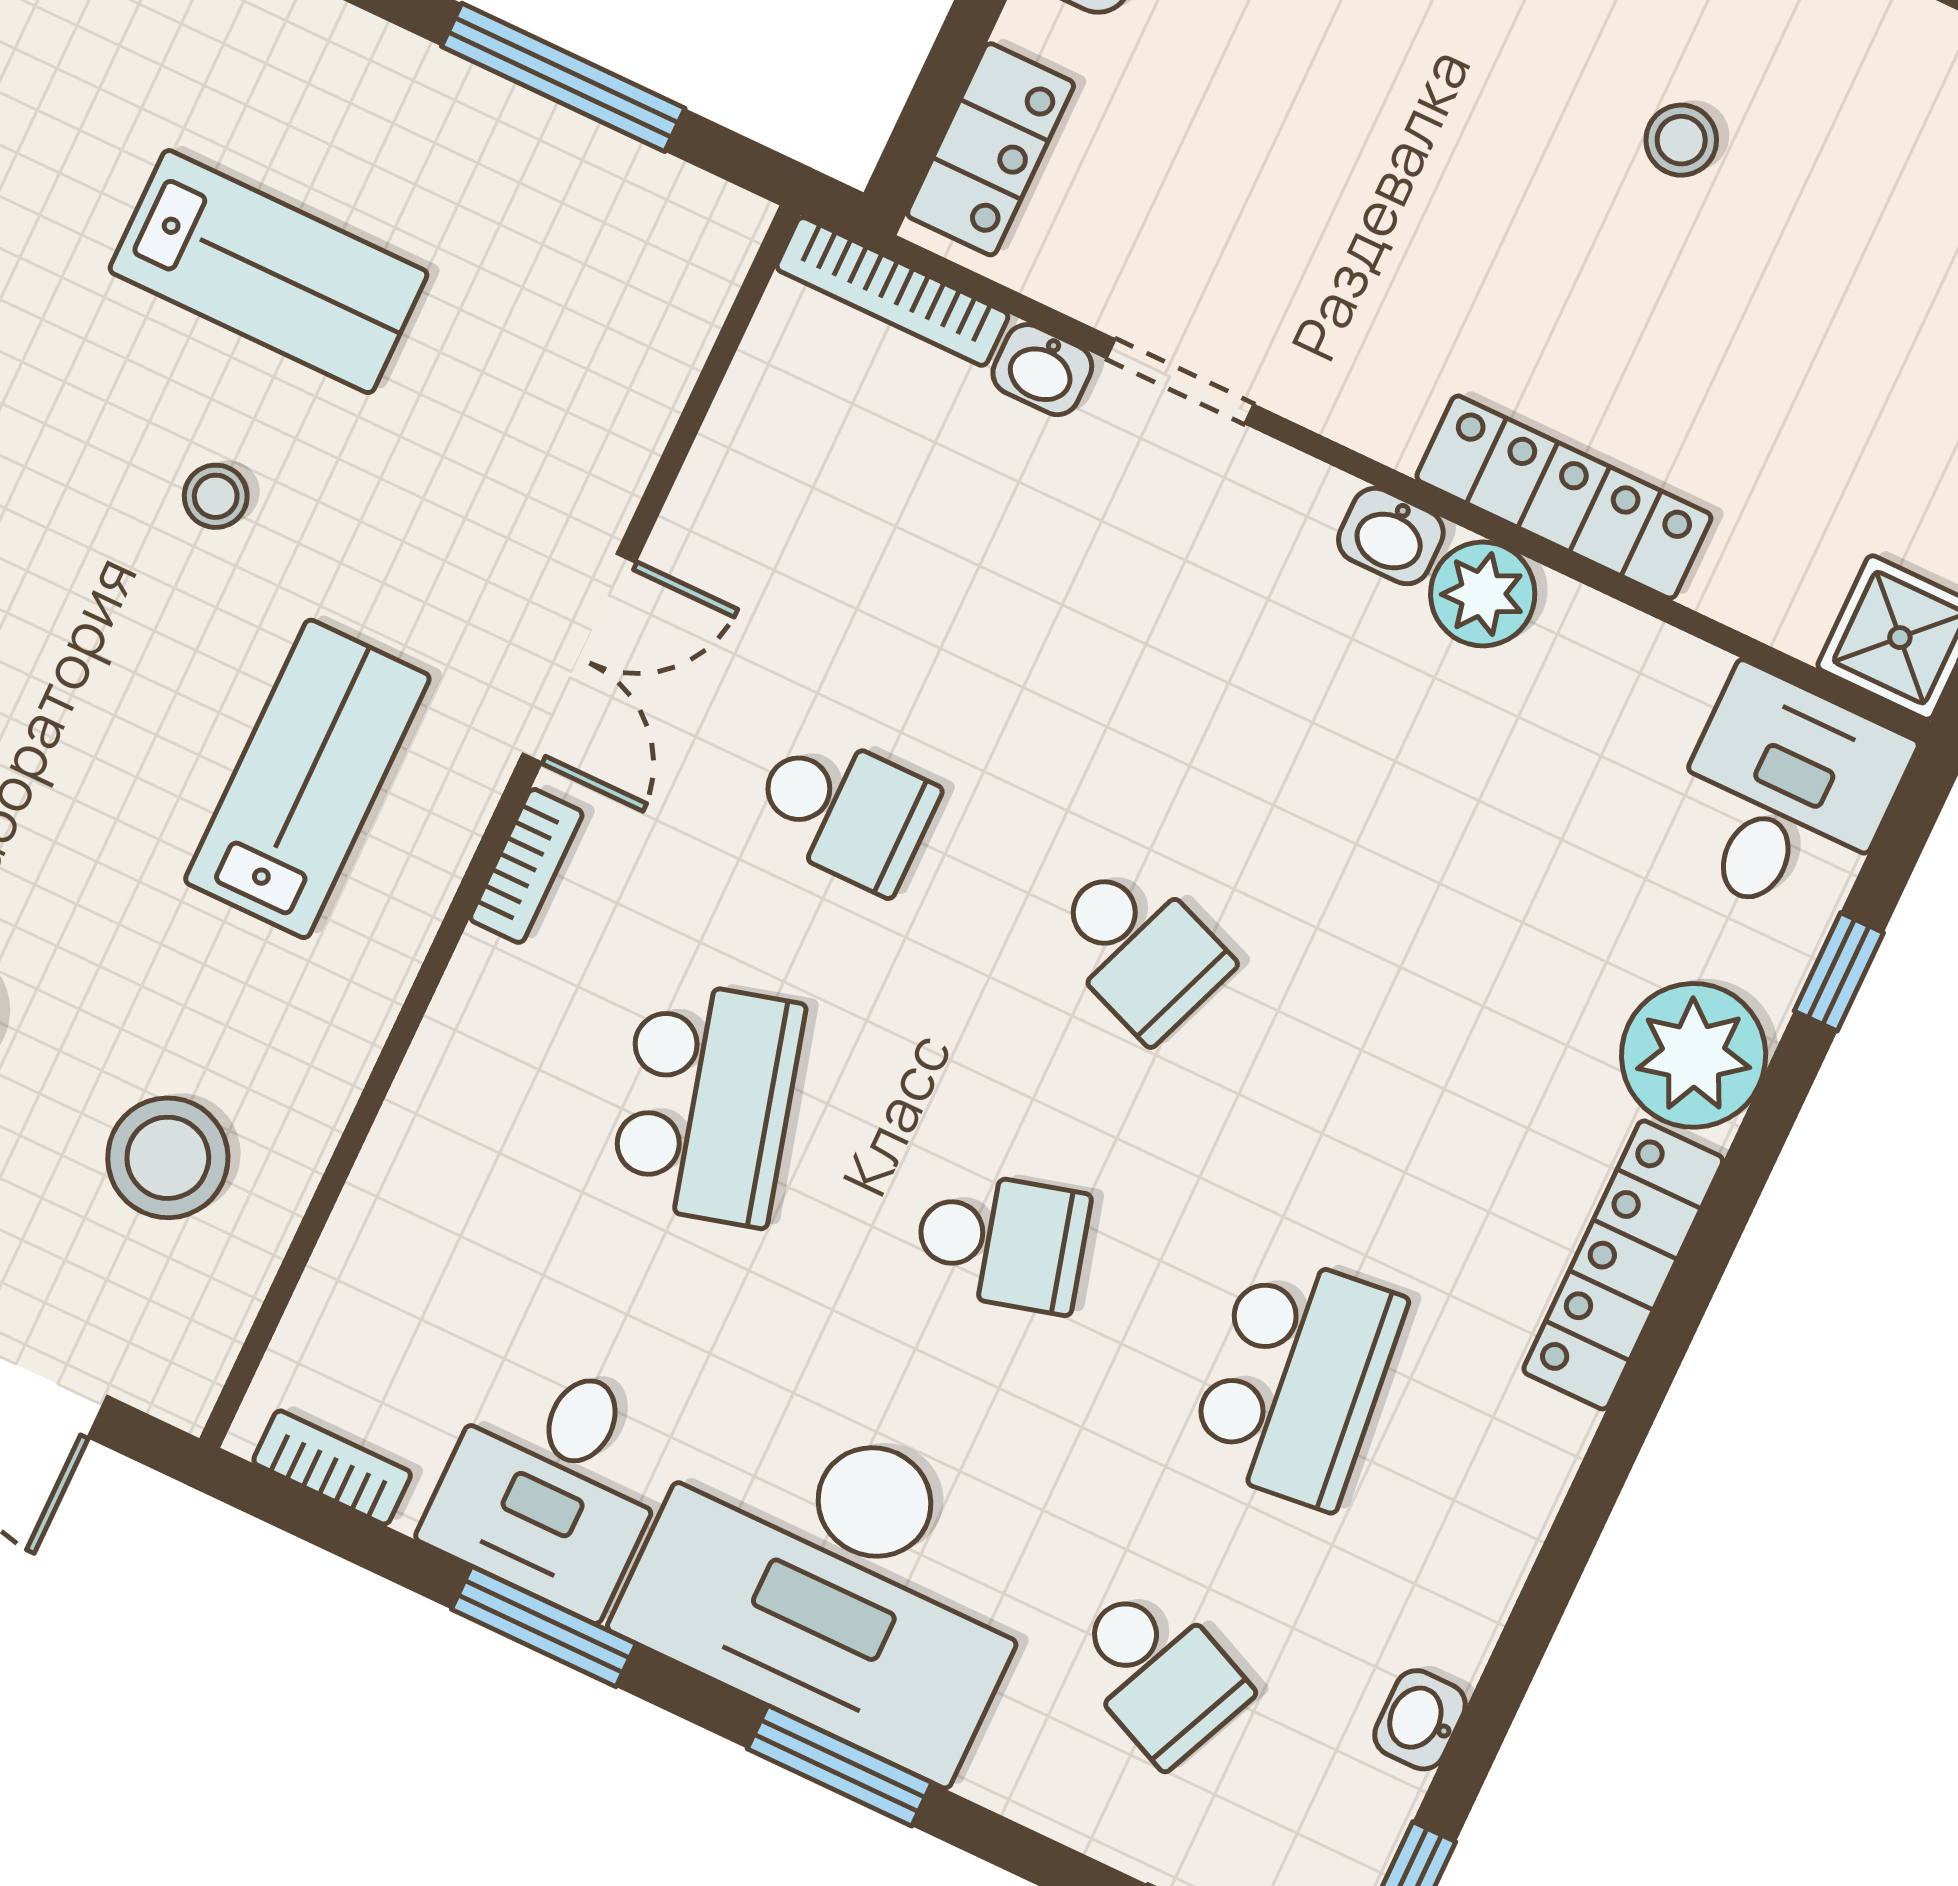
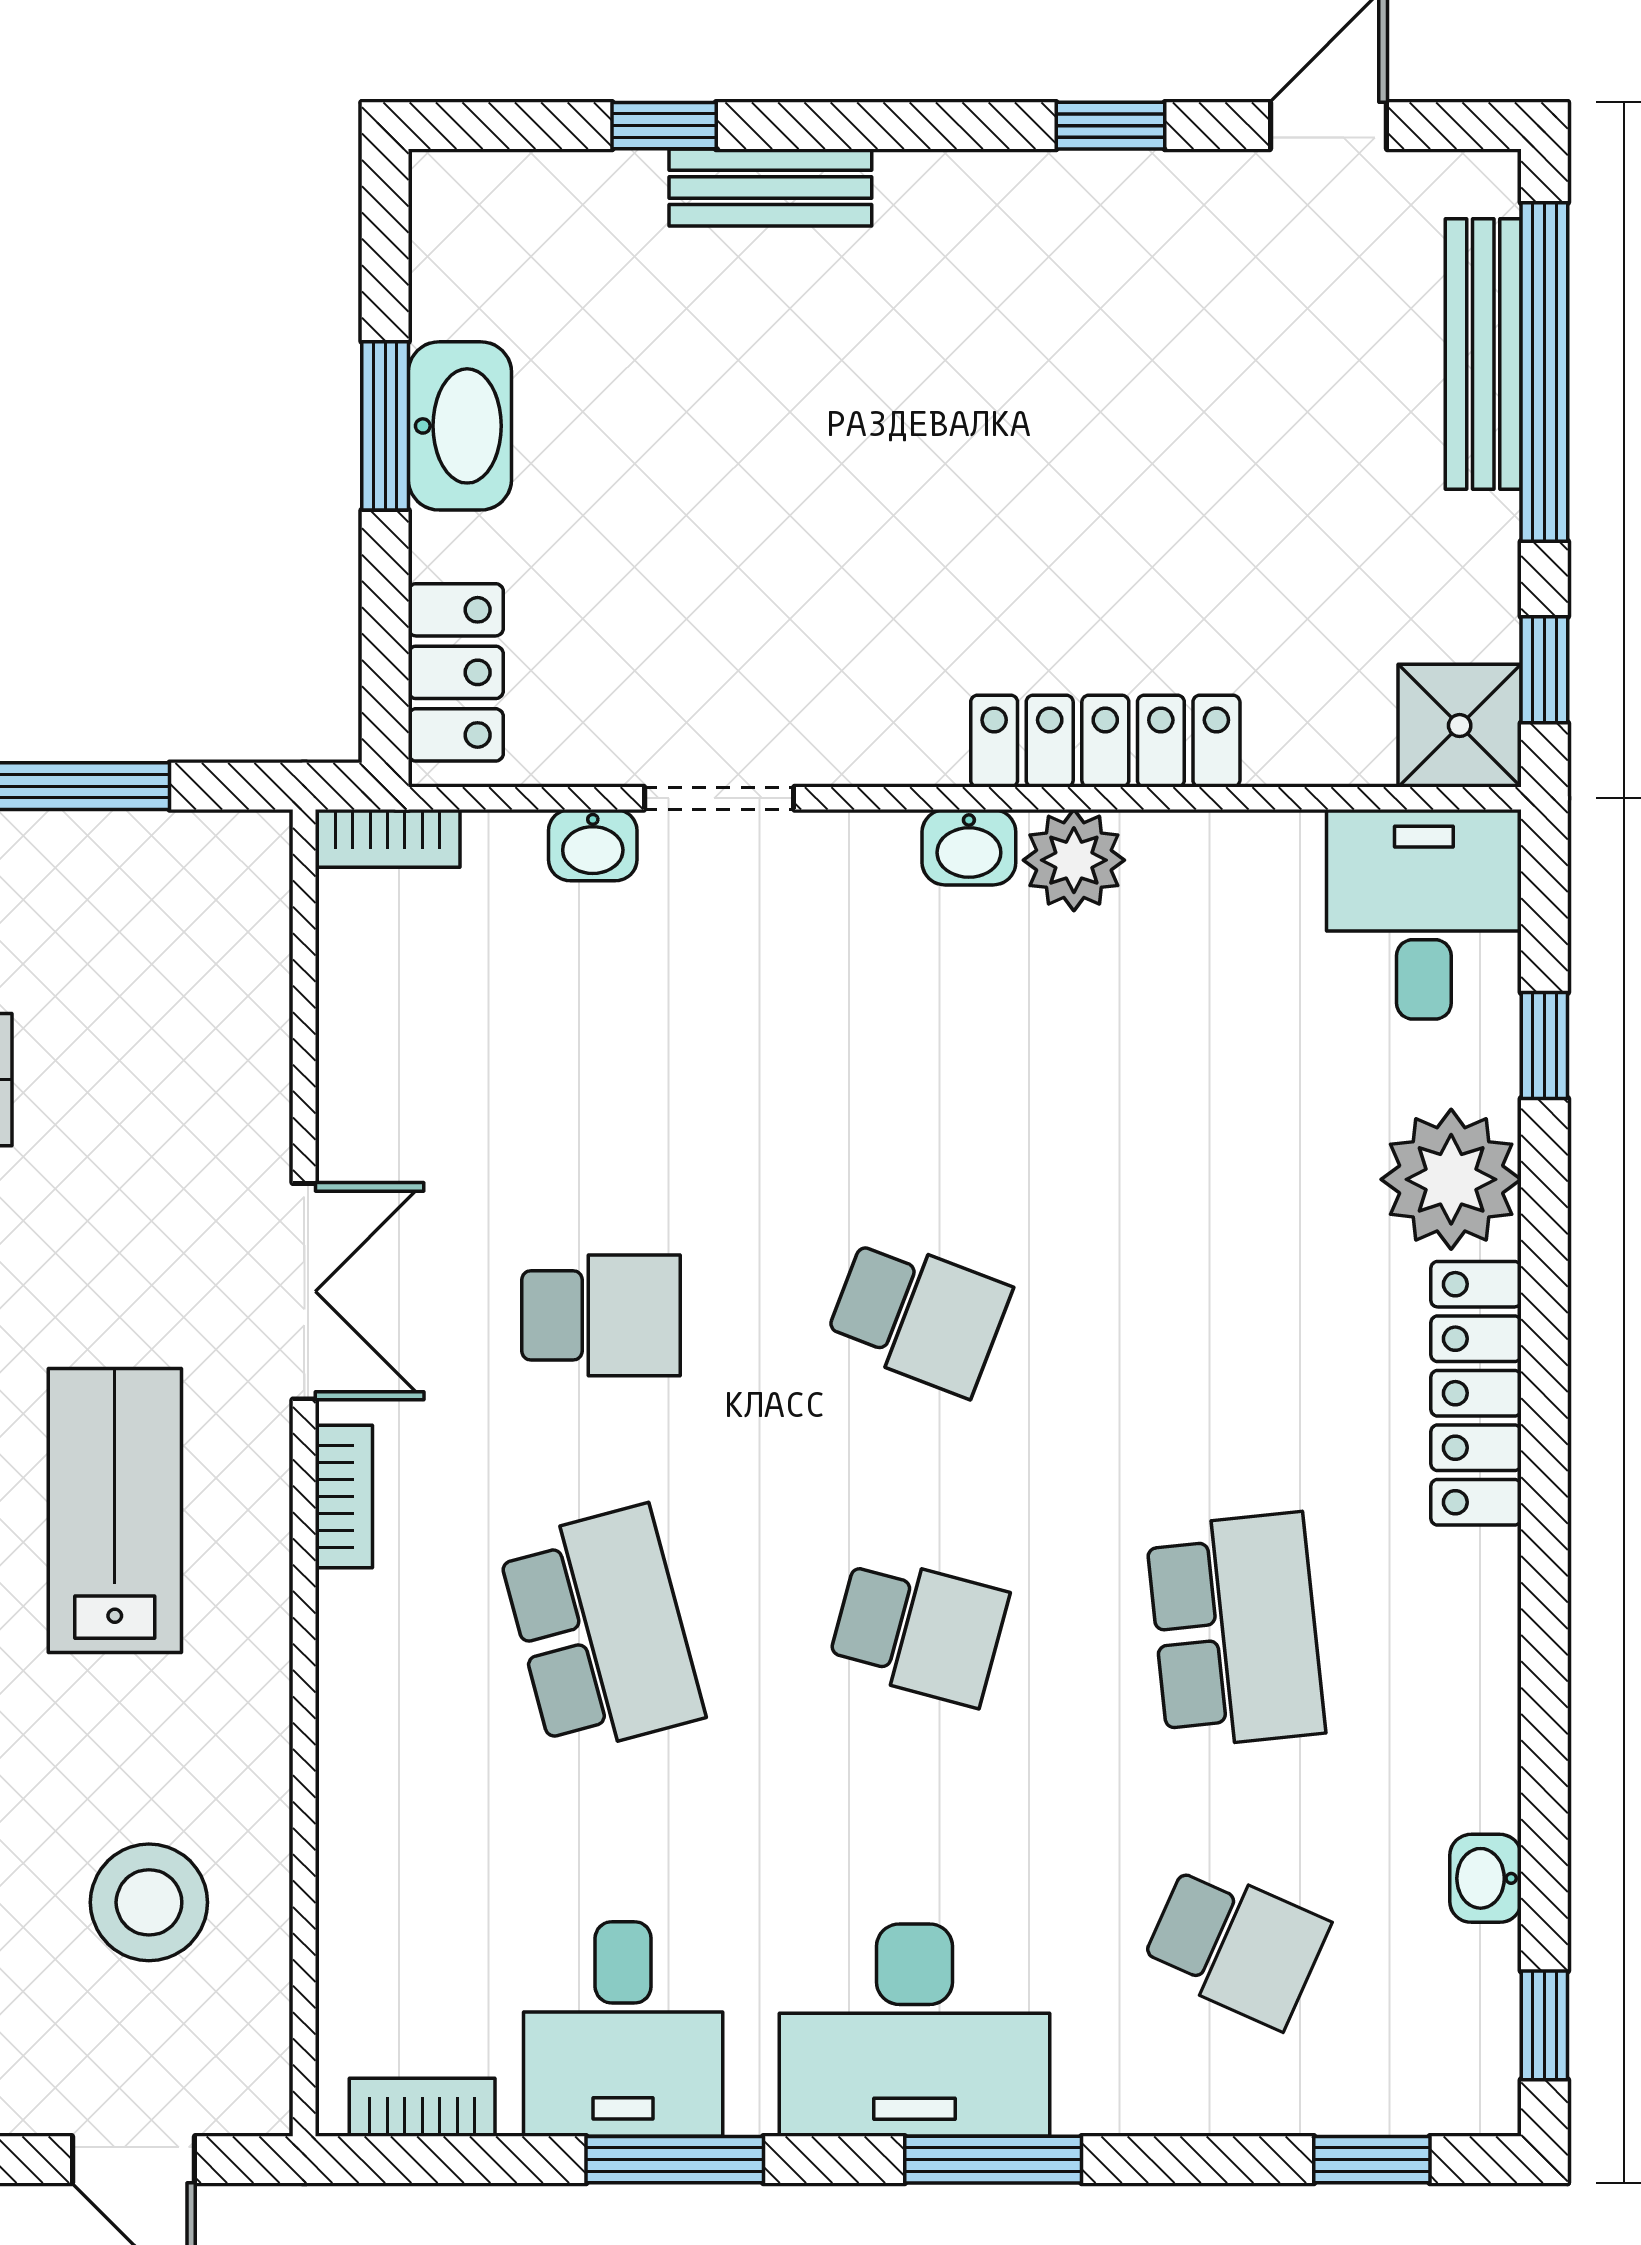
stool: (1681, 140) -> (1061, 378), removed
bookcase: (892, 291) -> (388, 838), width x0.64
school desk: (1001, 1241) -> (918, 1630), turned 30
desk: (837, 1581) -> (914, 2030), width x0.73, depth x0.77

